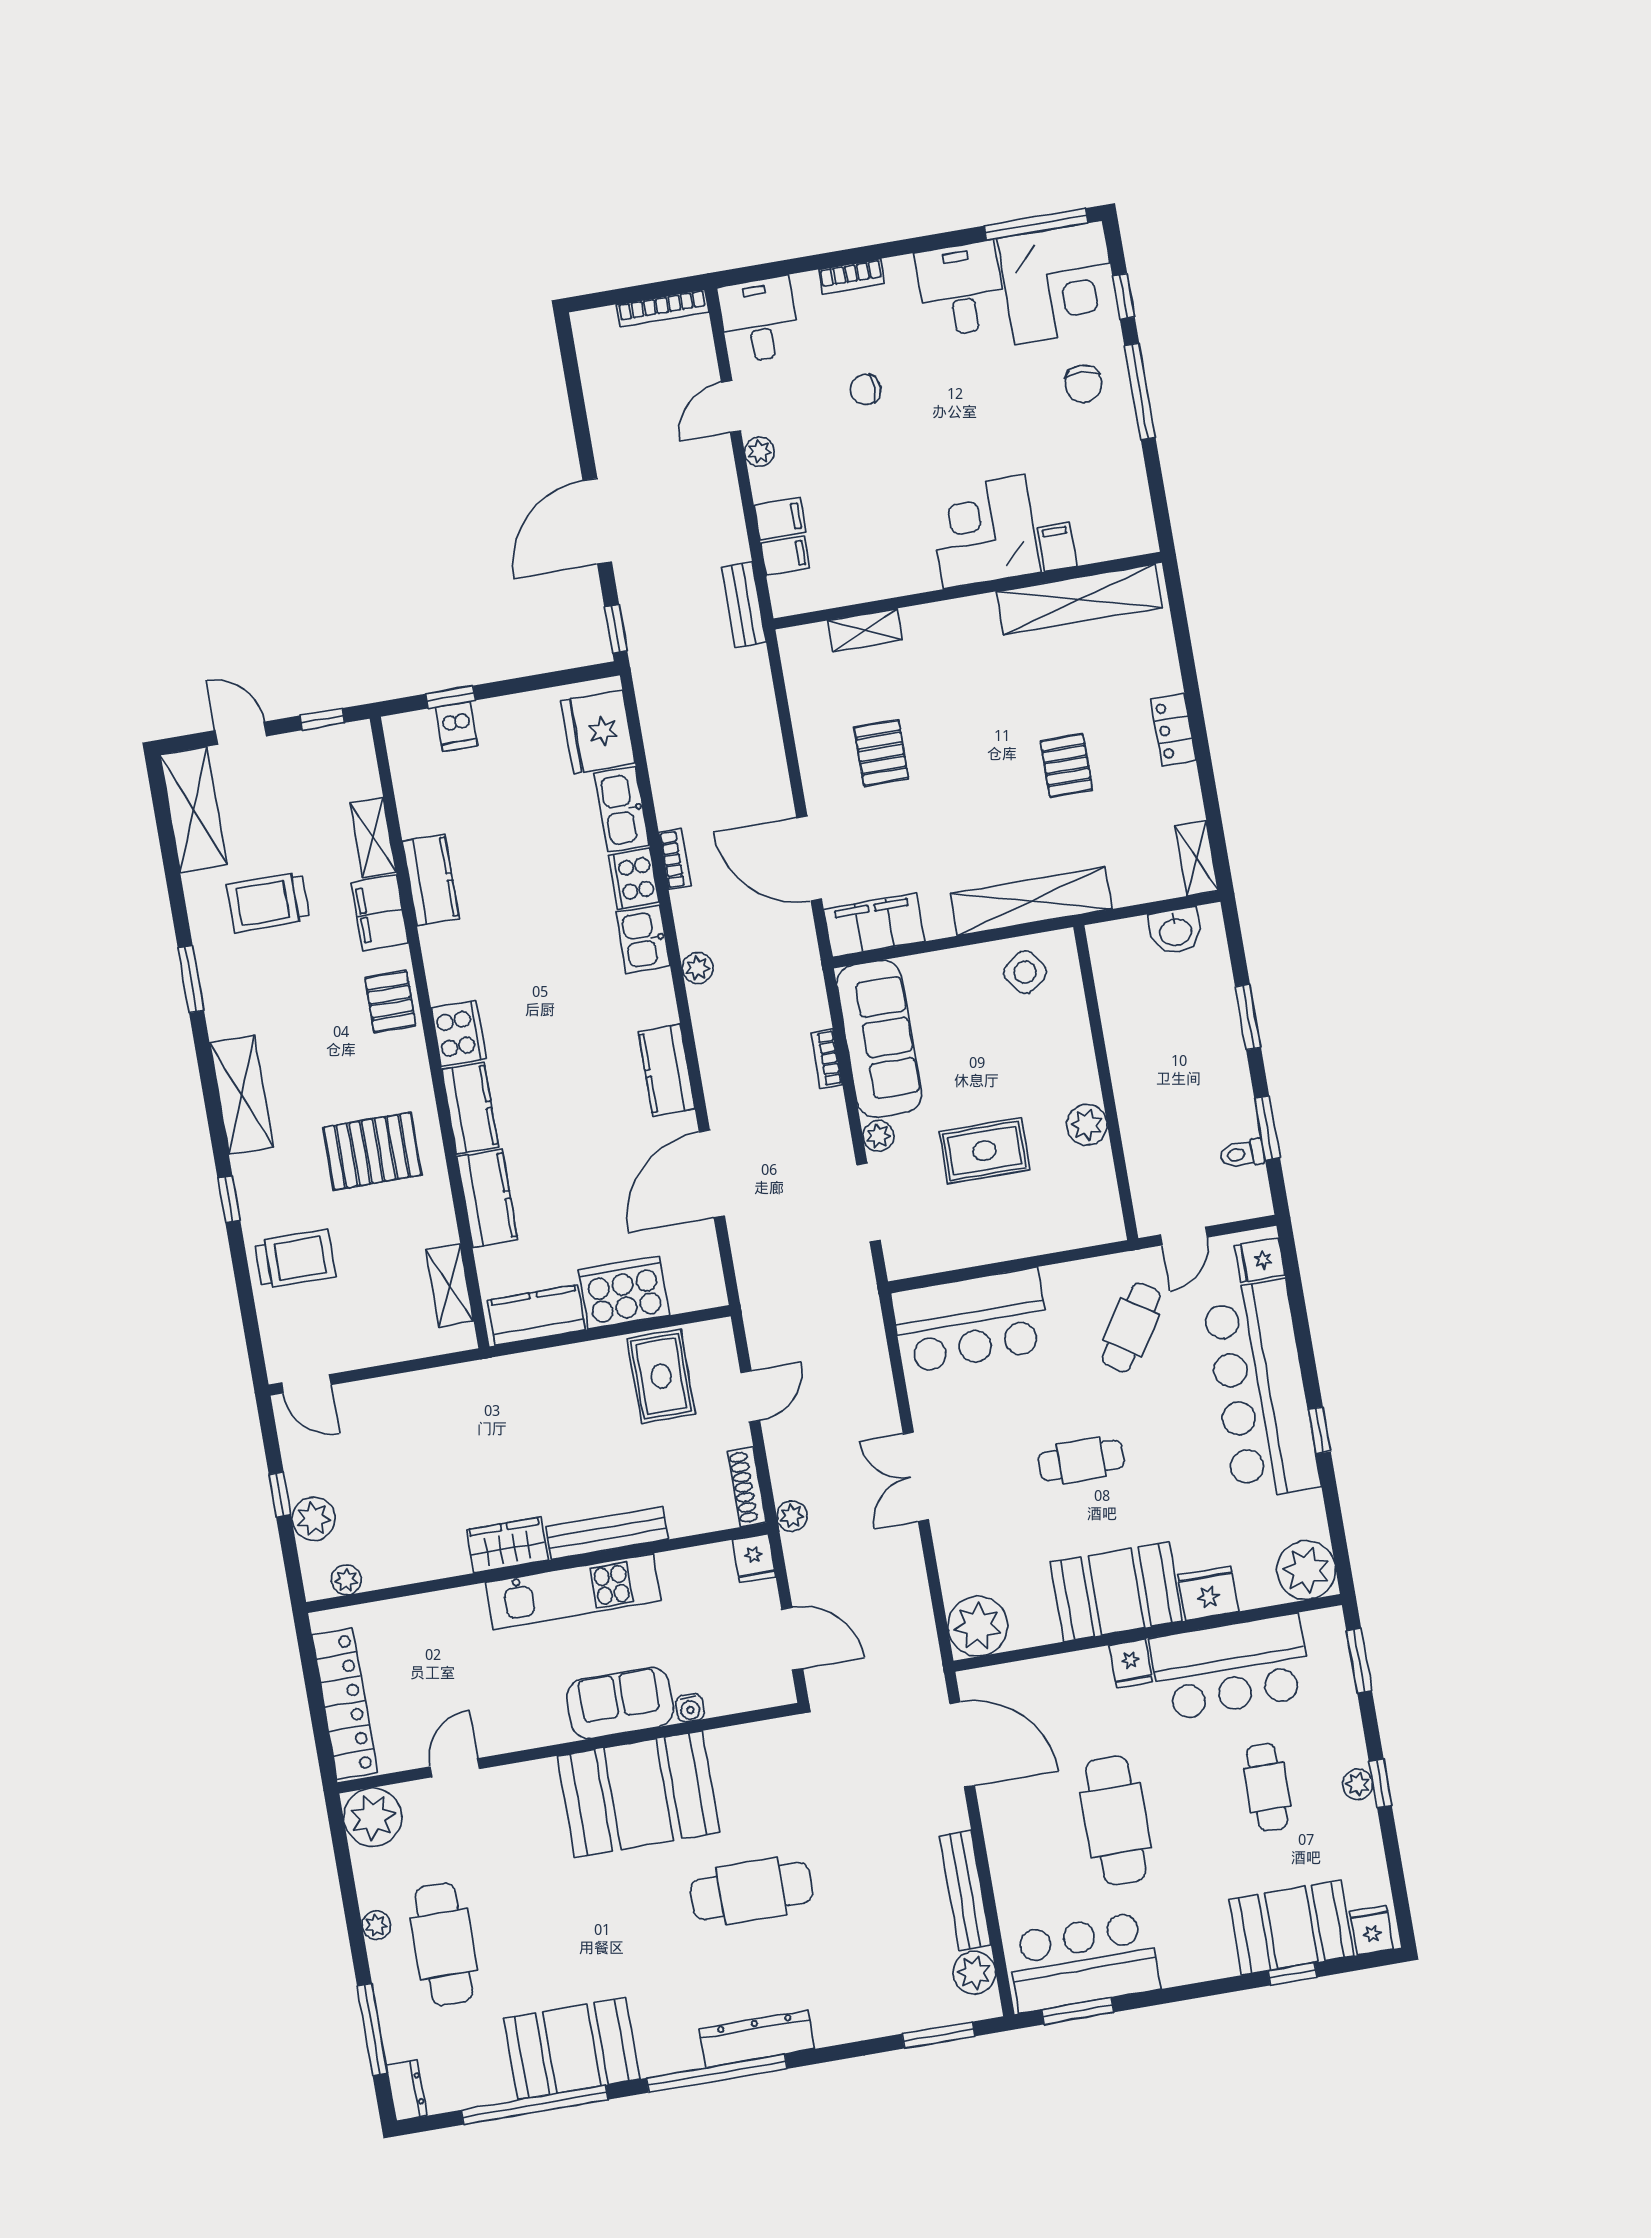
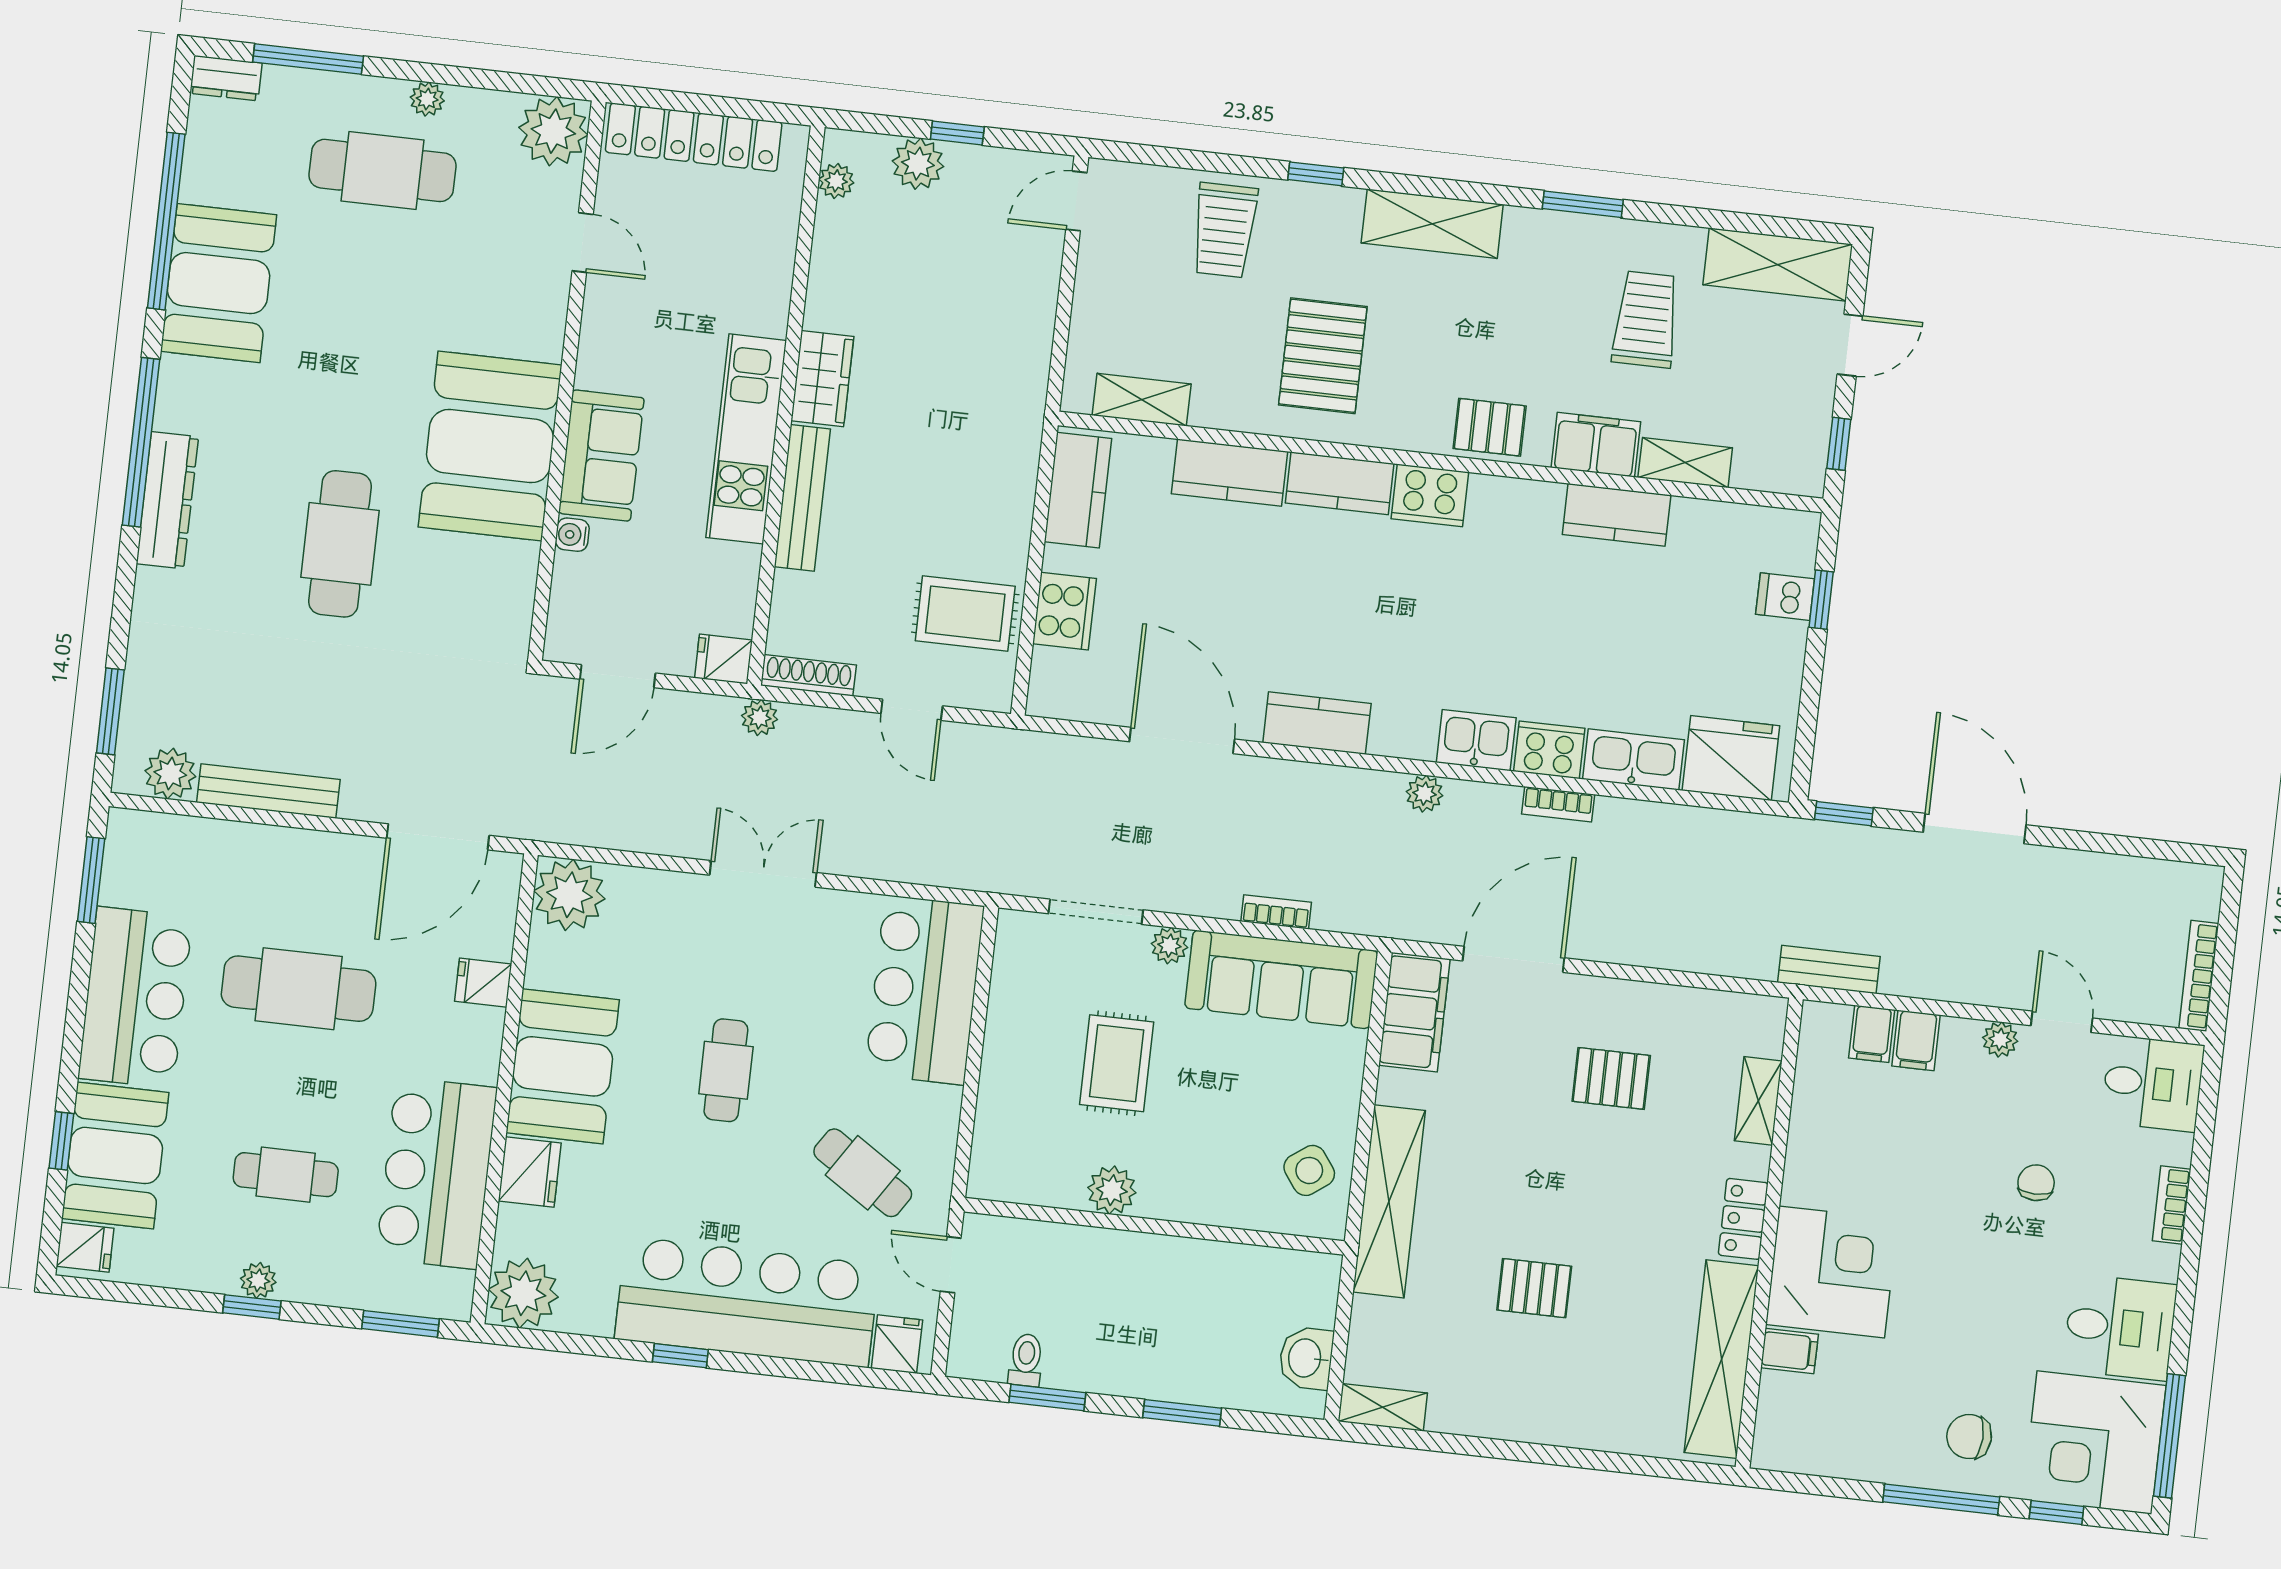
locker: (1173, 730) -> (1743, 1219), moved, turned -90
cooker: (624, 1292) -> (1064, 611), width x0.73, depth x0.76
fridge: (1131, 1664) -> (483, 983), moved
bar counter: (1083, 1962) -> (135, 998), moved

